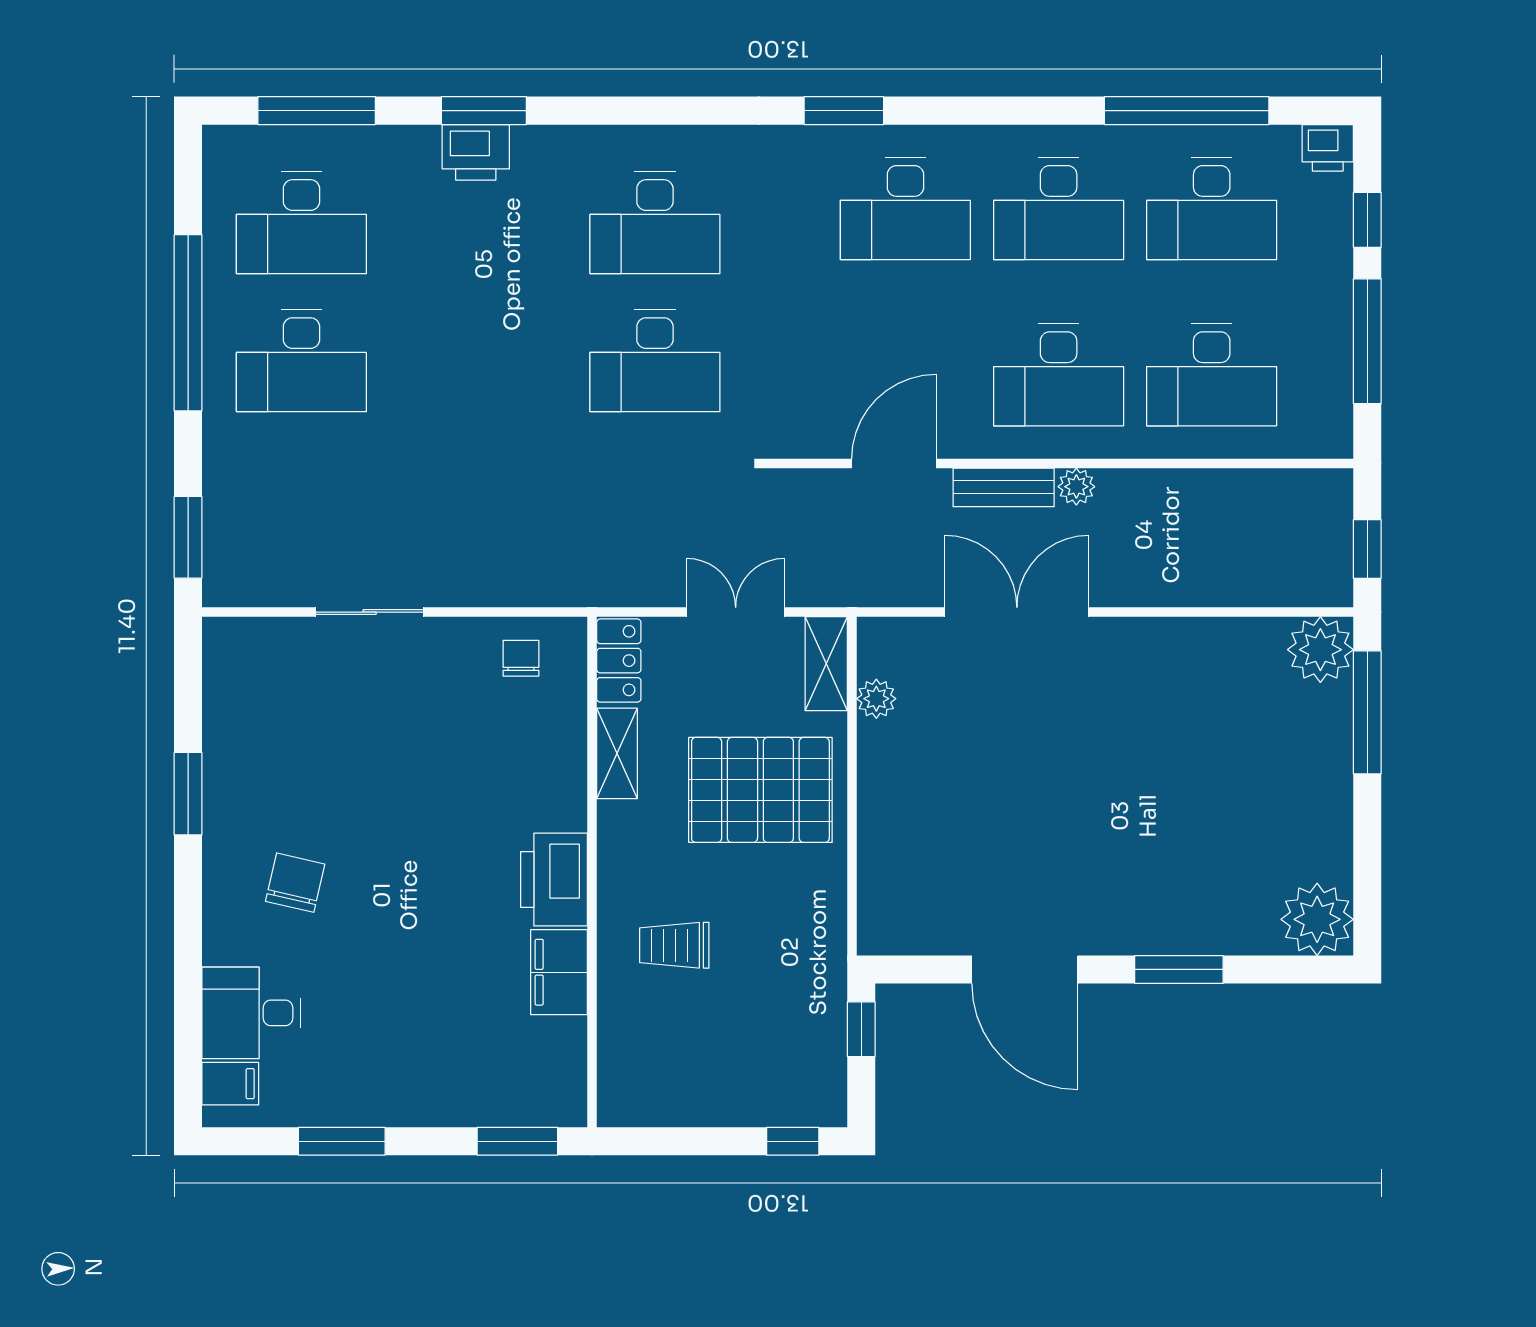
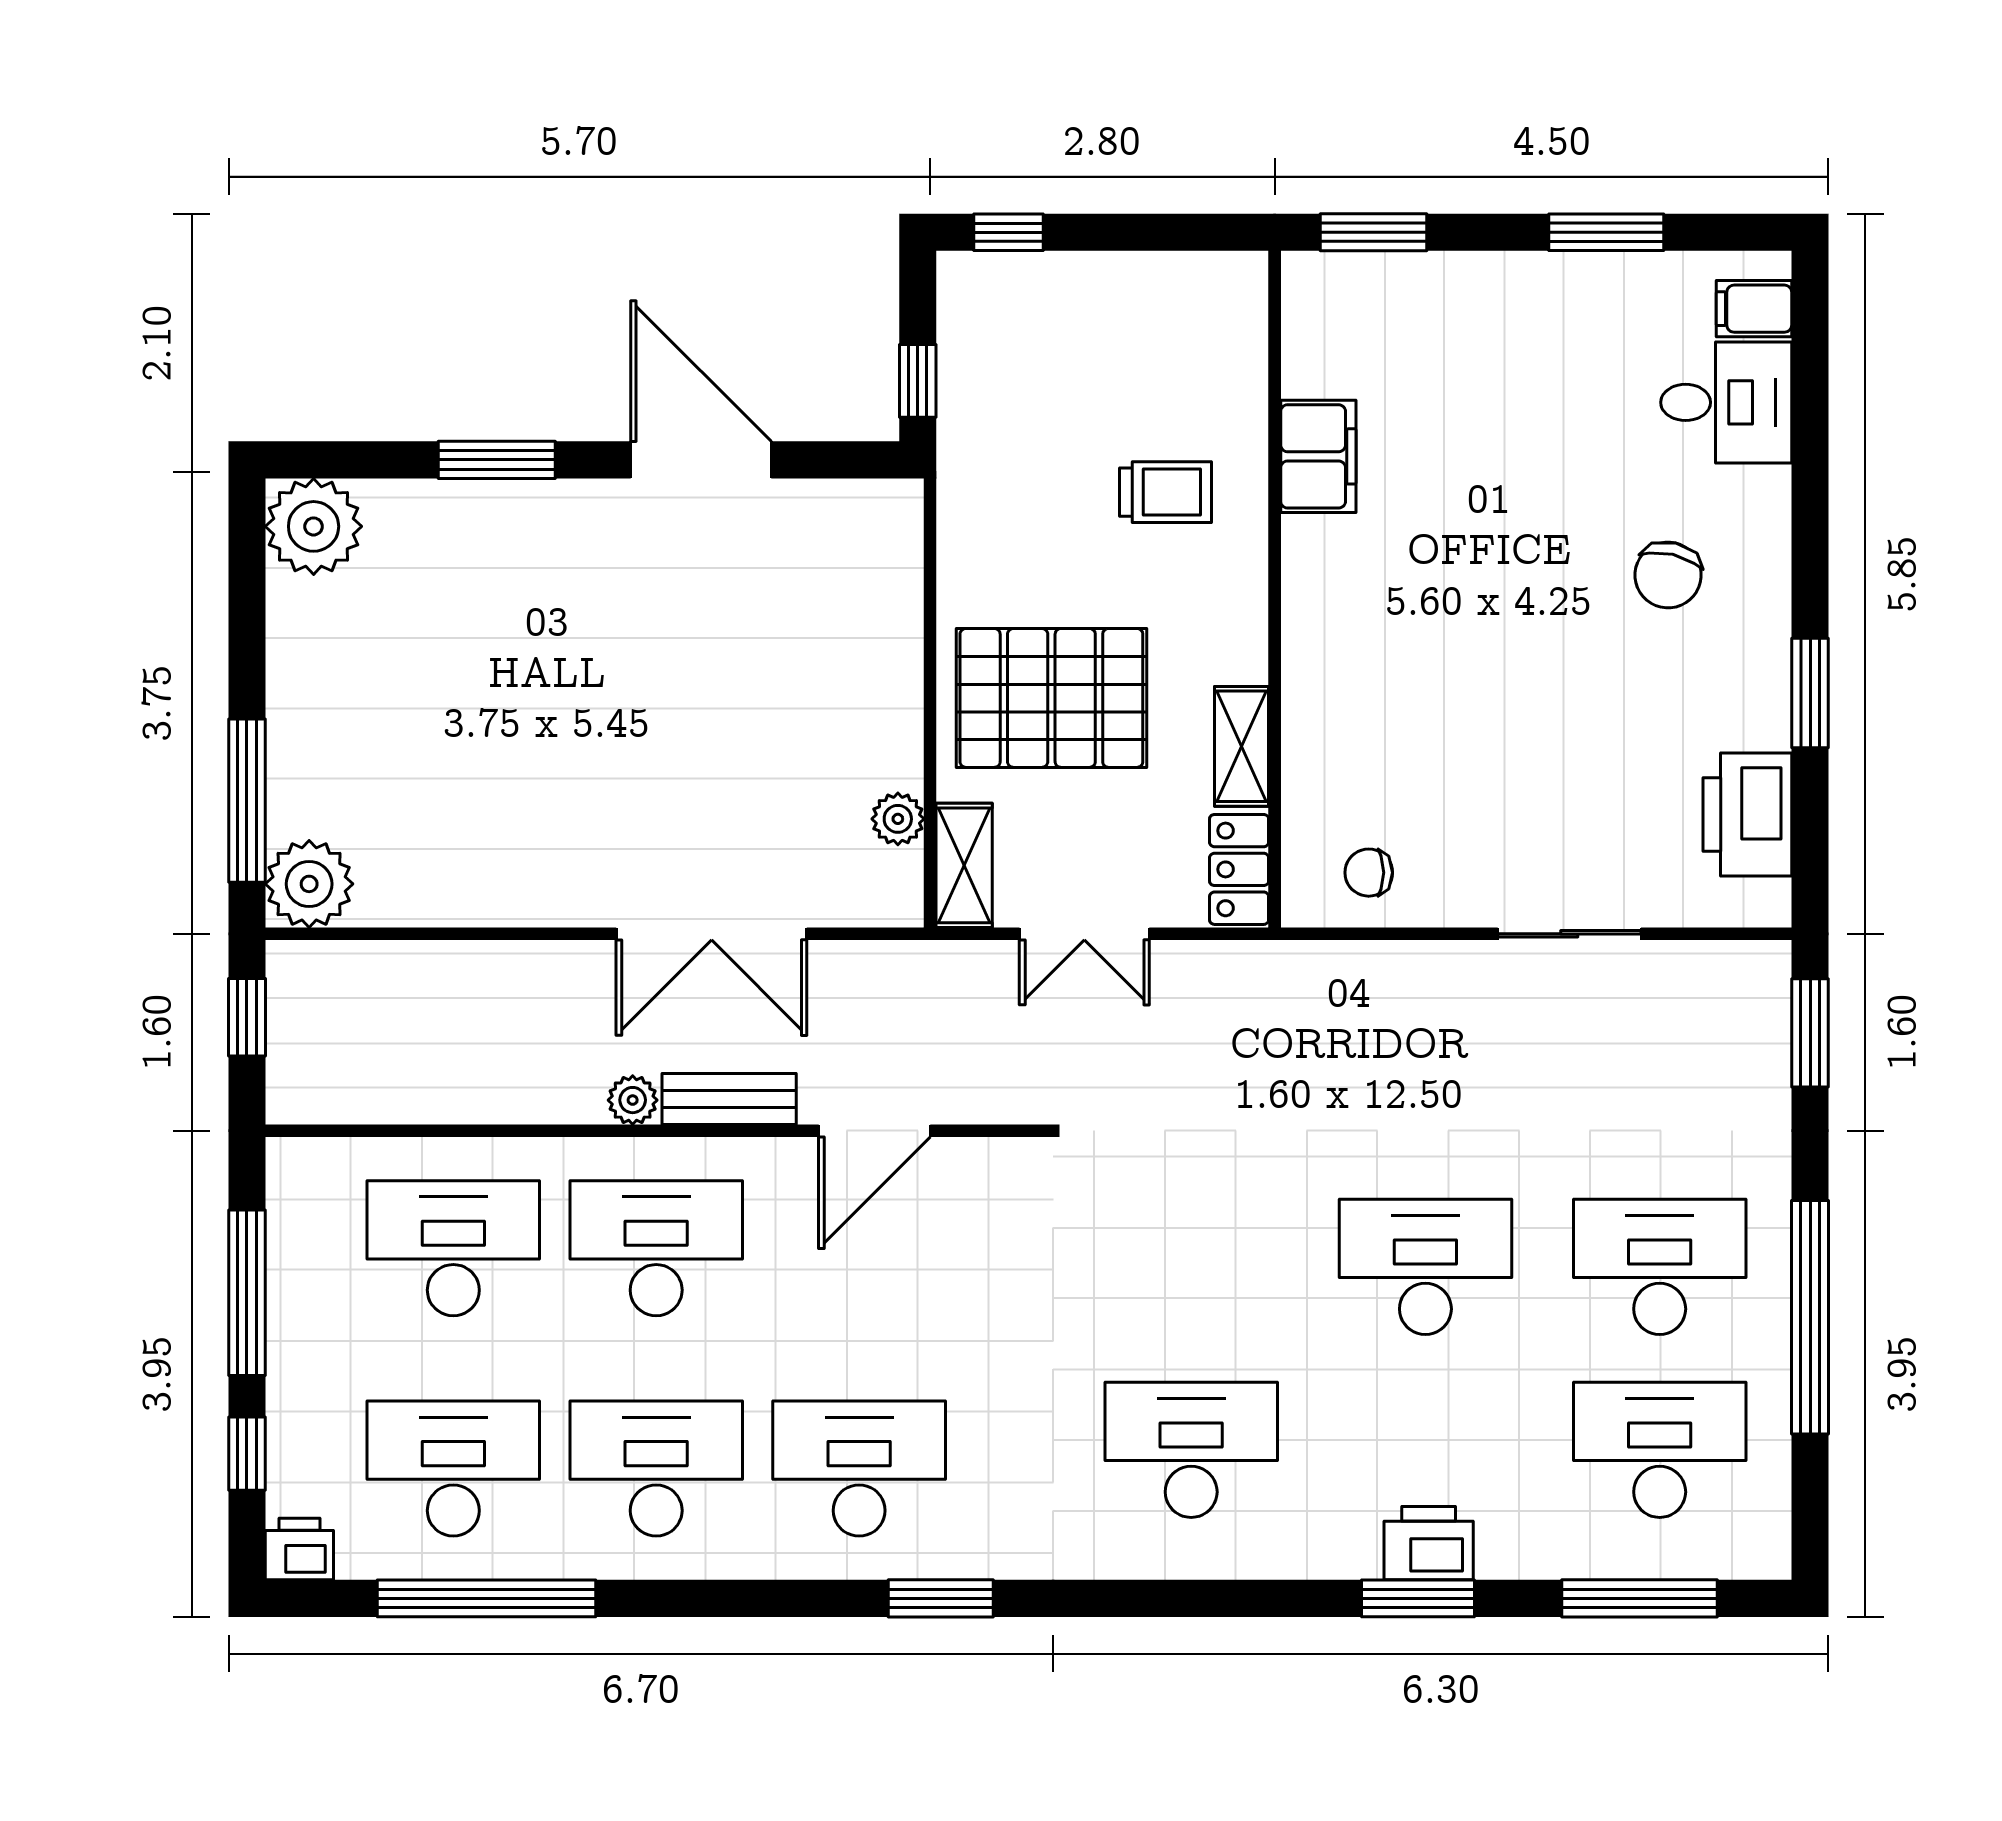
desk: (655, 361) -> (1425, 1267), moved
chair: (521, 658) -> (1369, 873), turned 90
printer: (554, 879) -> (1747, 814), moved, turned 180

